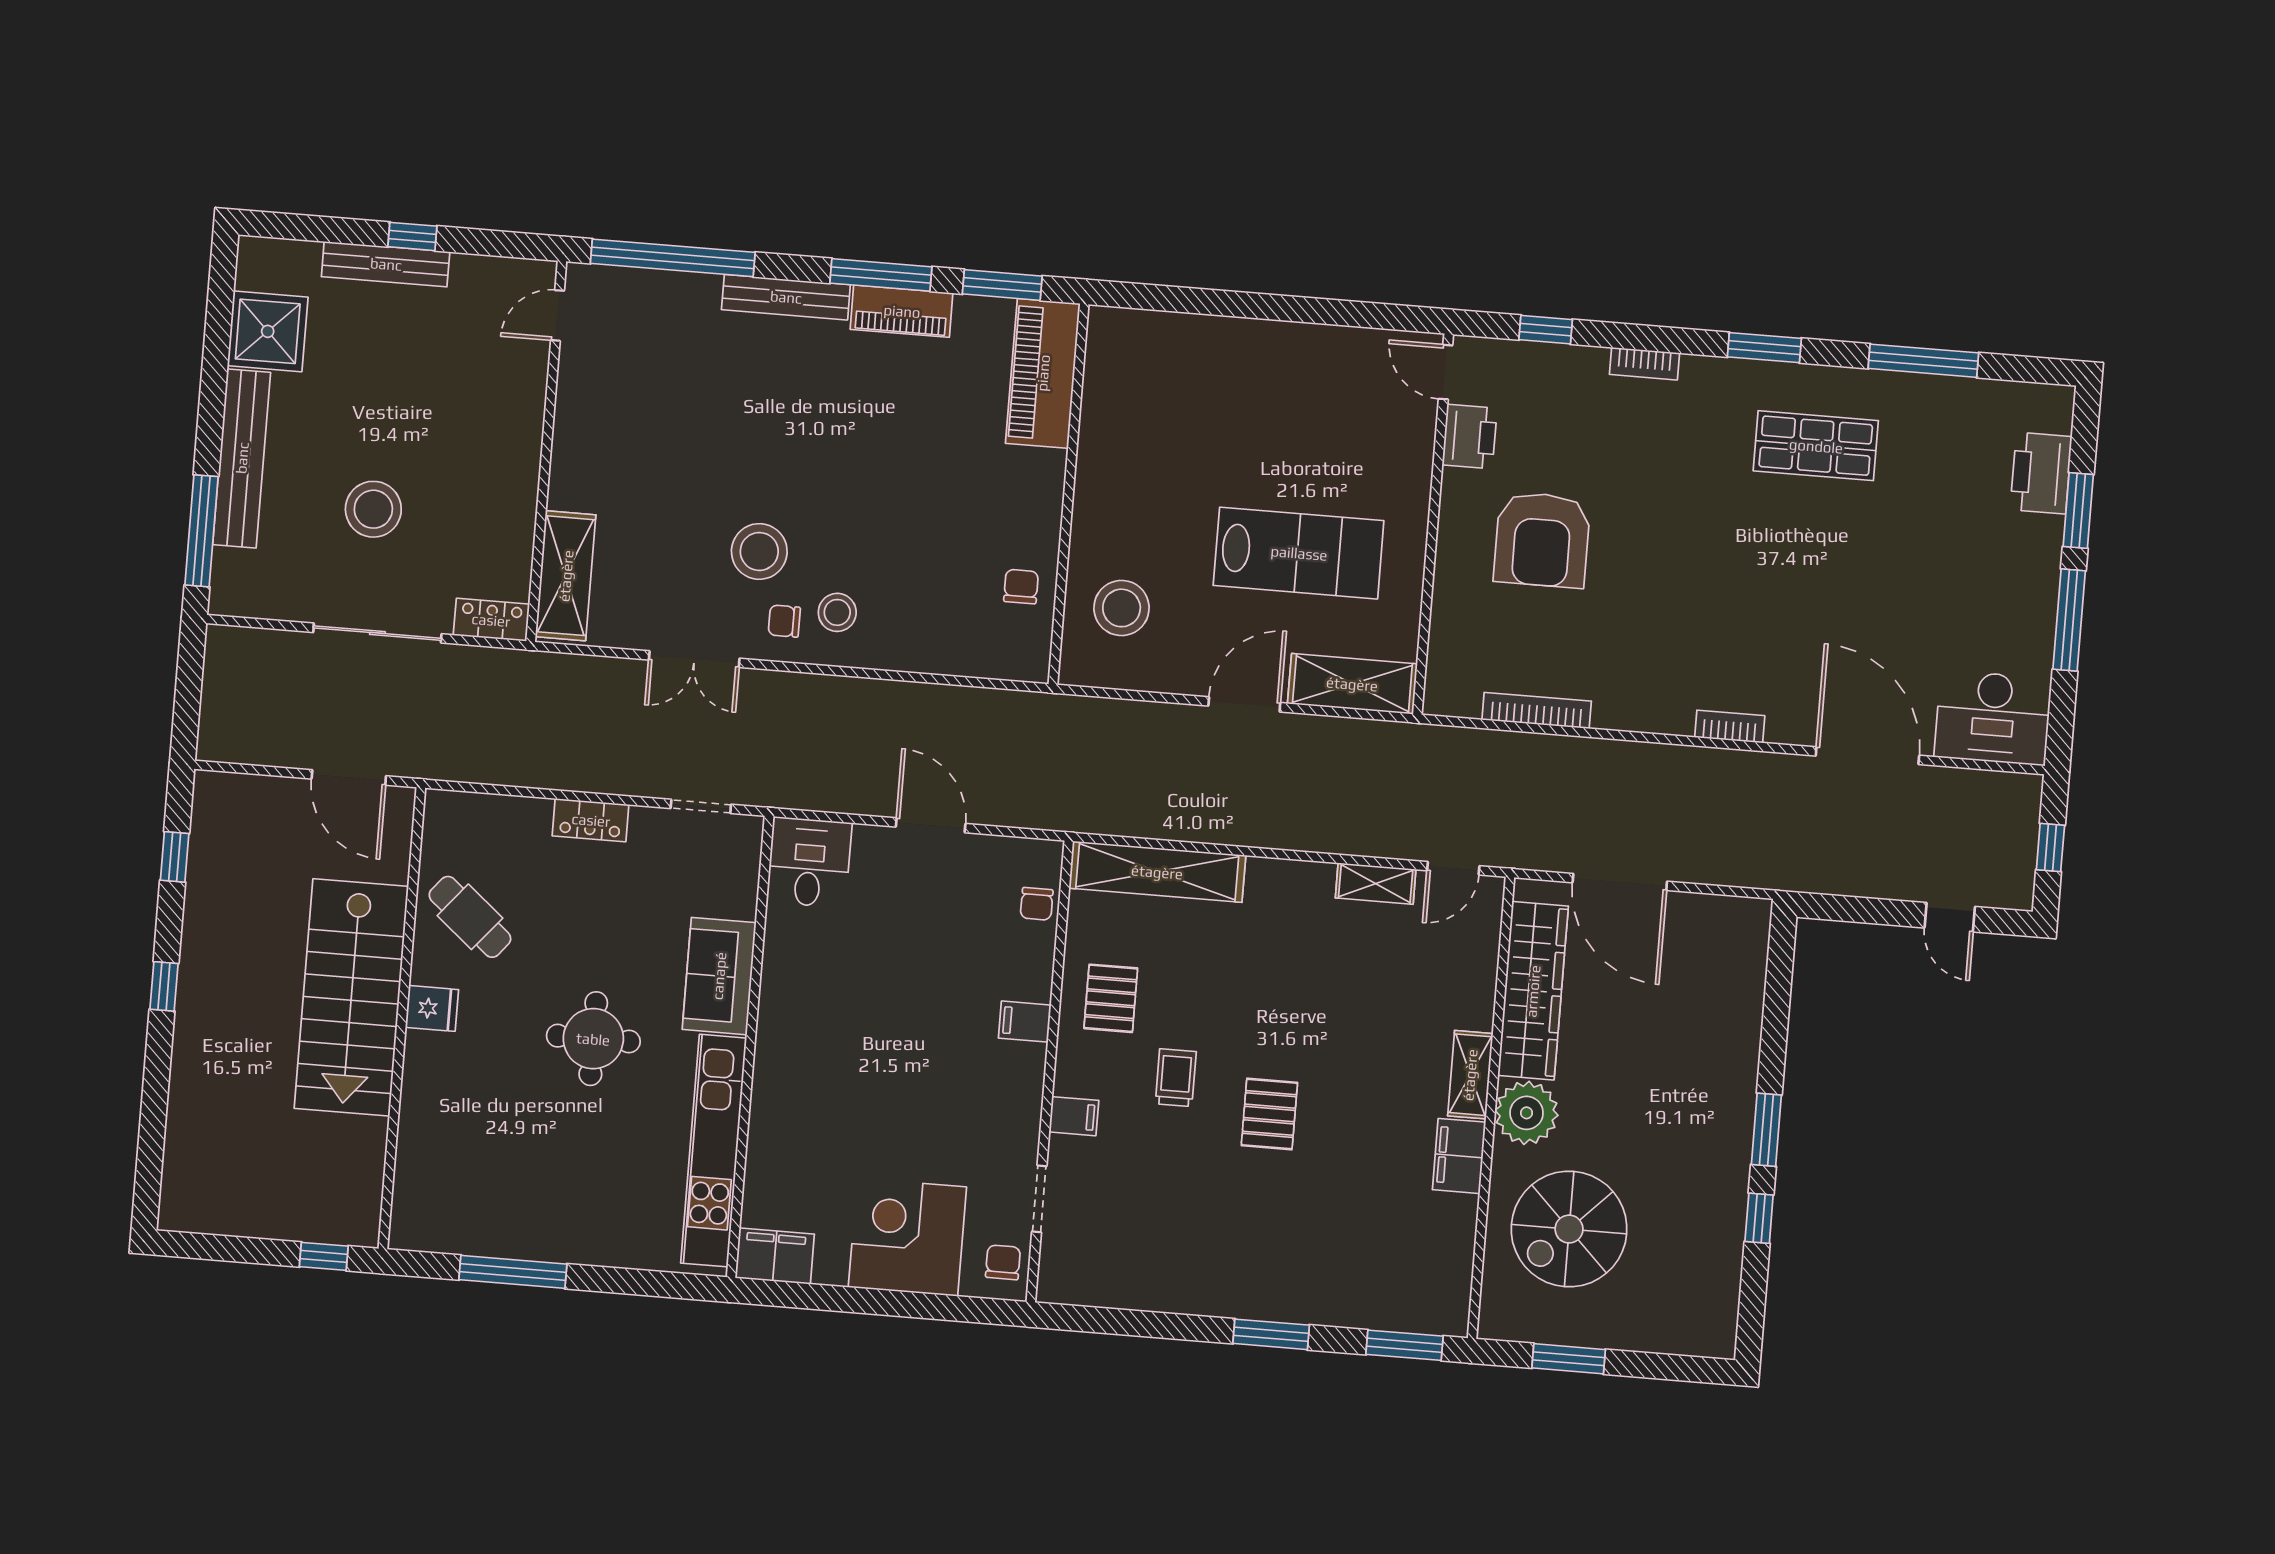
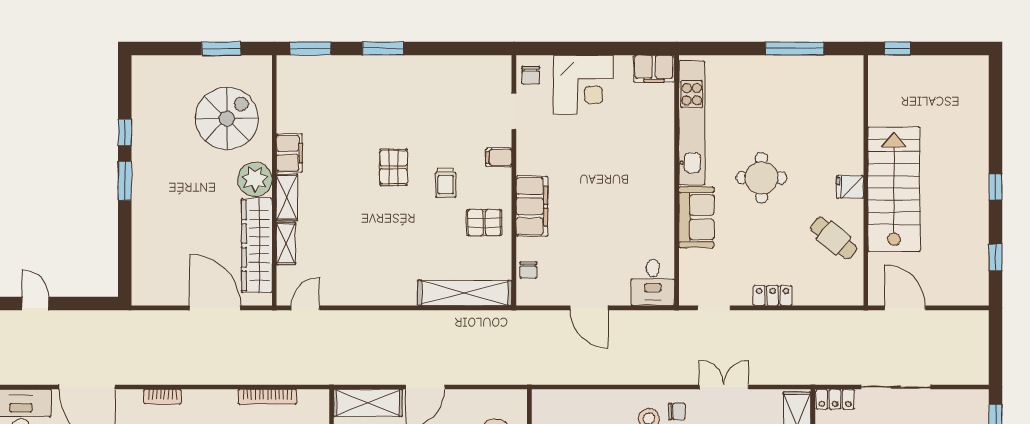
shelving: (1376, 884) -> (286, 243), moved, turned 90
chair: (1037, 904) -> (528, 270), turned 180
pallet: (1111, 998) -> (484, 223), turned 90
filing cabinet: (1025, 1022) -> (532, 206), width x3.00, depth x1.17

